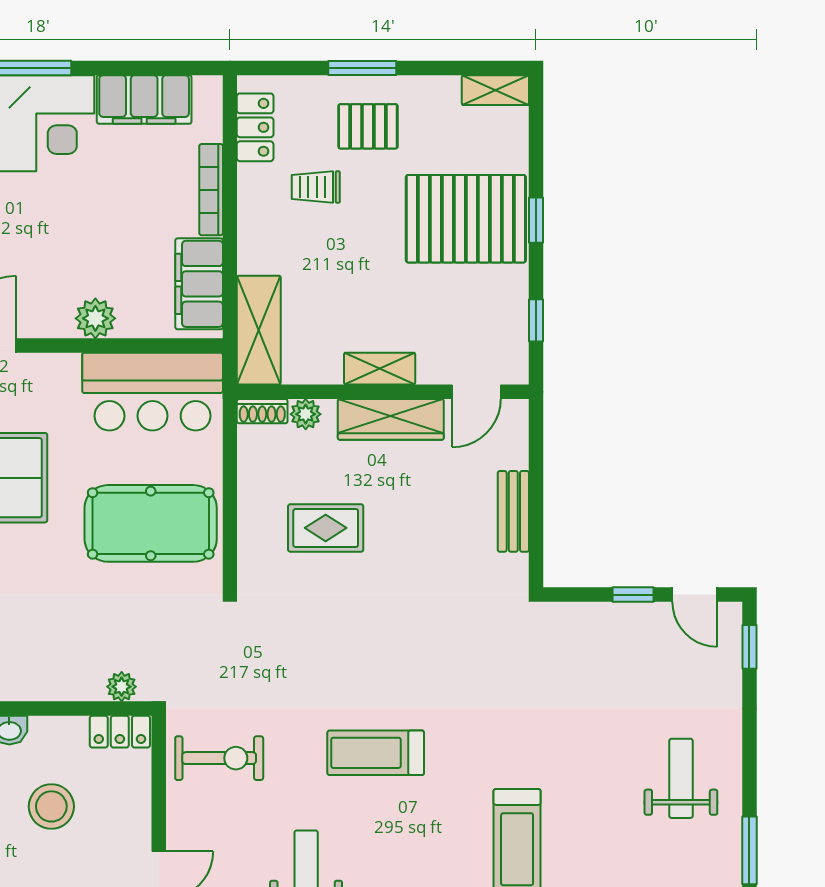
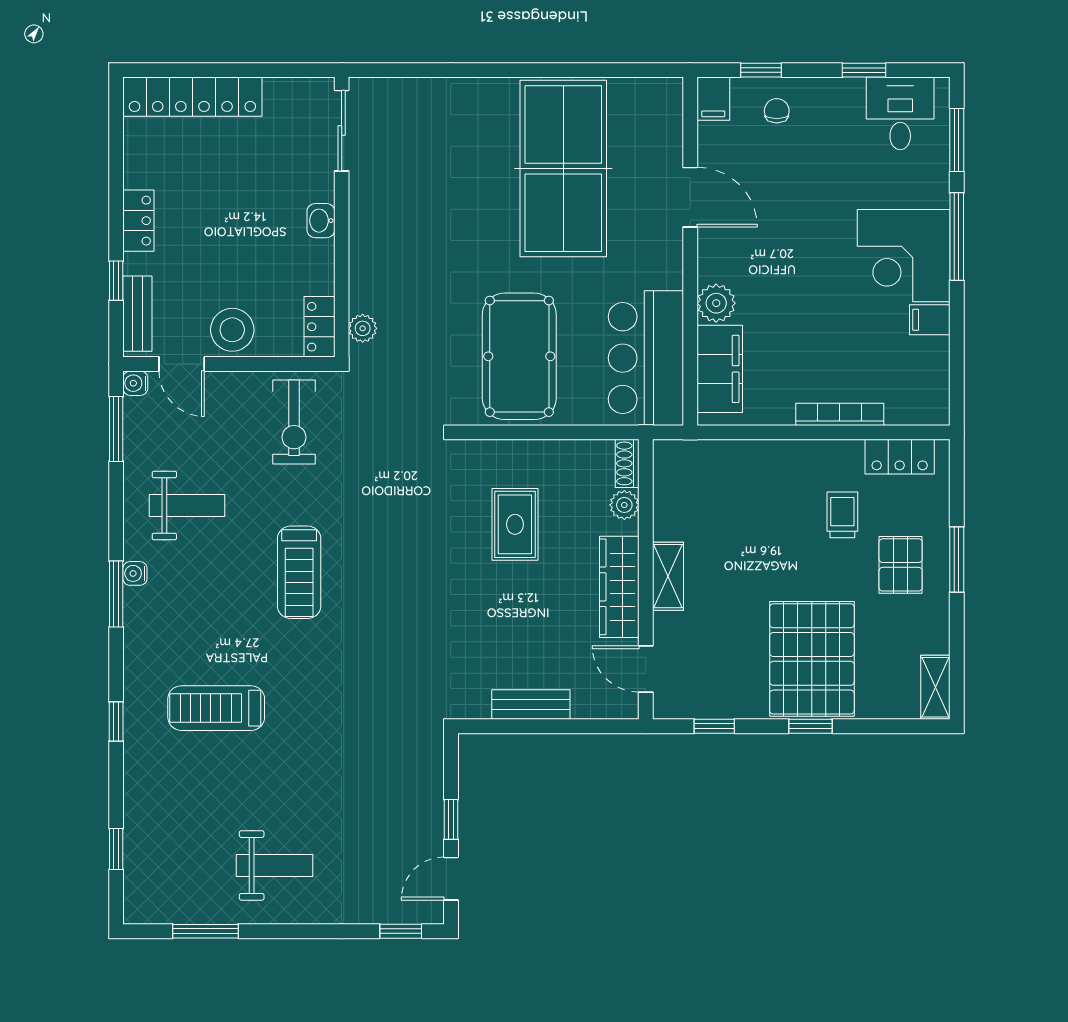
filing cabinet: (144, 99) -> (930, 320), width x0.33, depth x0.86
filing cabinet: (199, 284) -> (720, 369), moved, turned 90
shelving: (259, 330) -> (705, 460), removed
treadmill: (376, 753) -> (299, 572), turned 180
stool: (51, 806) -> (232, 330), moved

